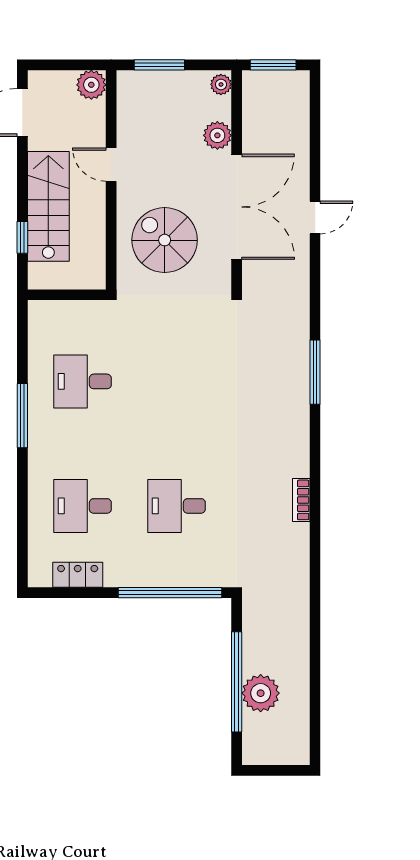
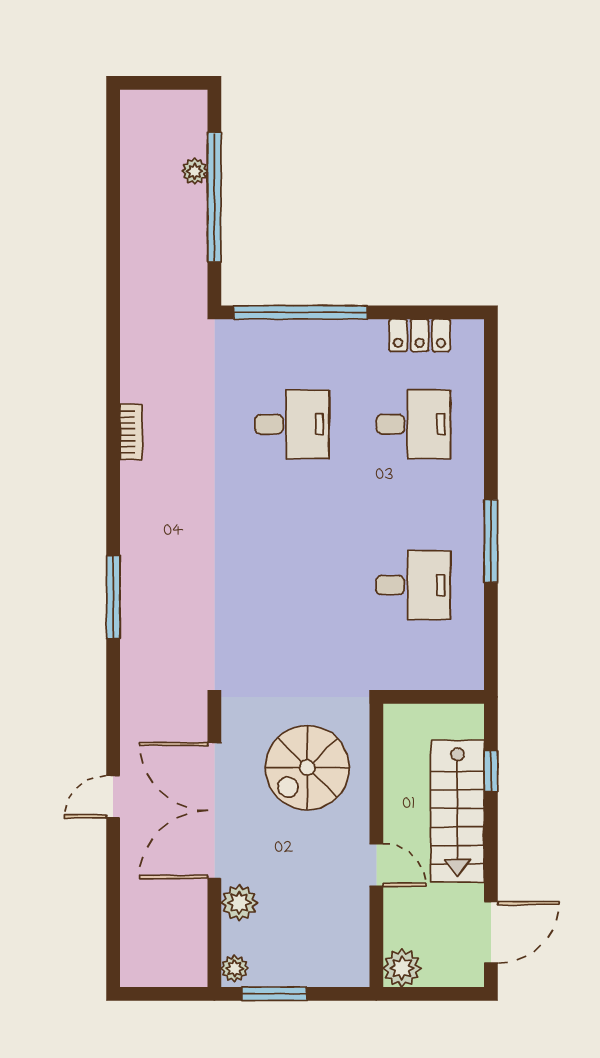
window: (159, 65) -> (274, 994), moved
window: (273, 65) -> (167, 994), removed
spiral stairs: (165, 240) -> (307, 768), turned 90
plant: (261, 693) -> (195, 171), width x0.53, depth x0.53

